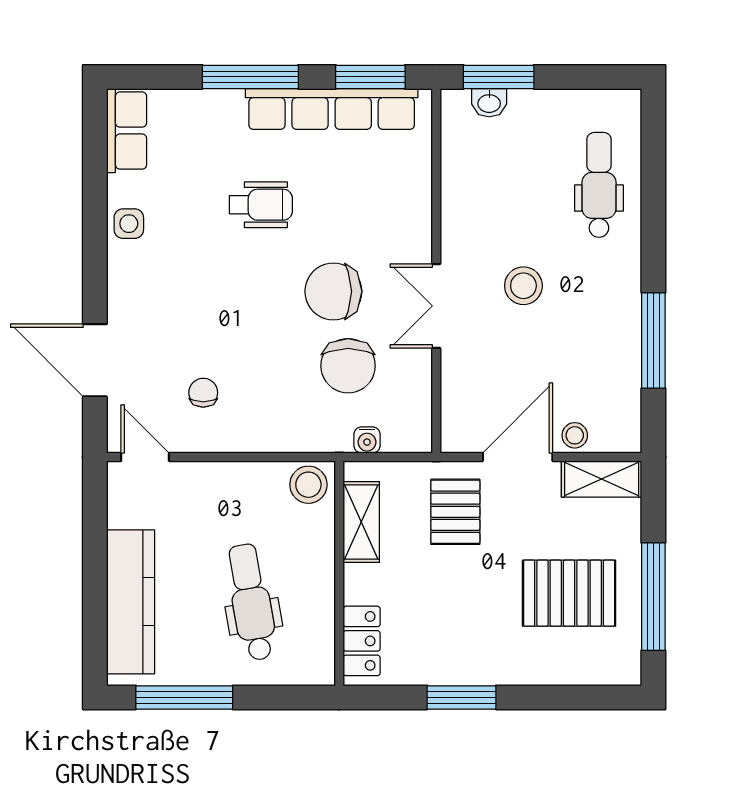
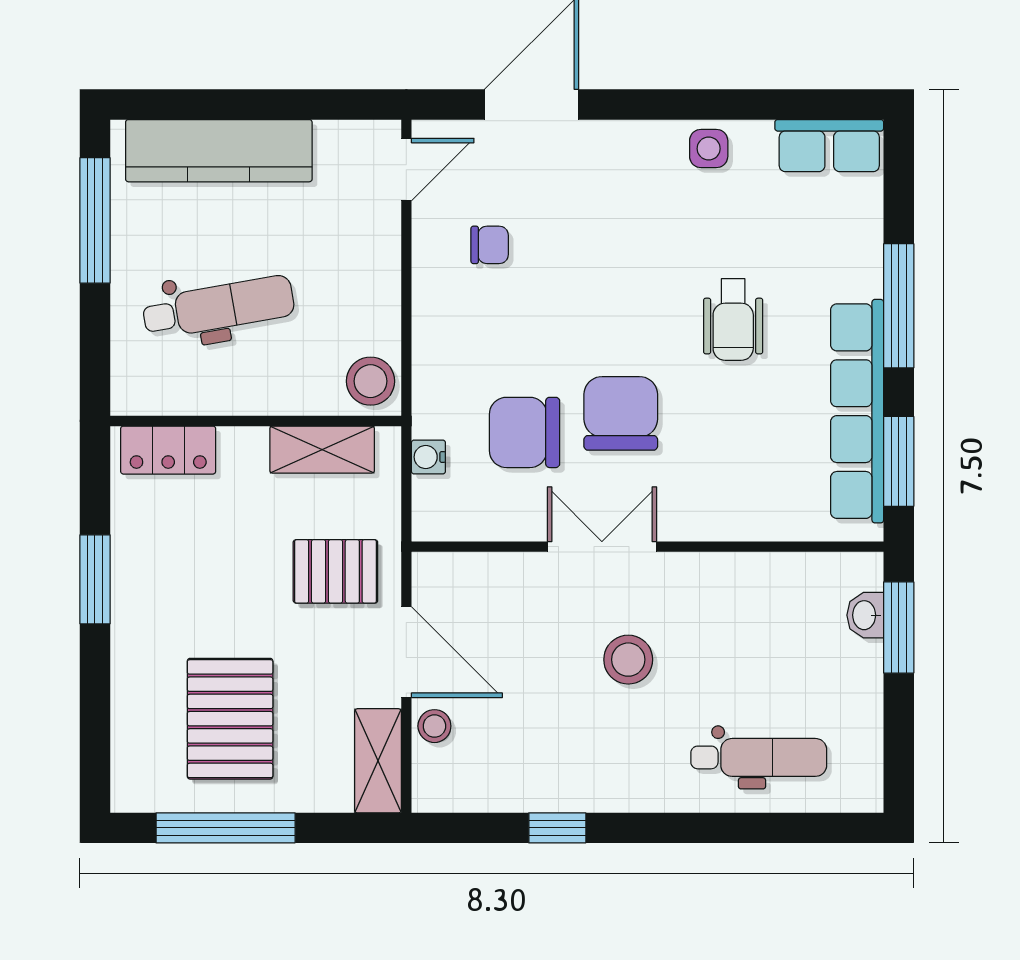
window: (653, 340) -> (557, 828), width x0.46

